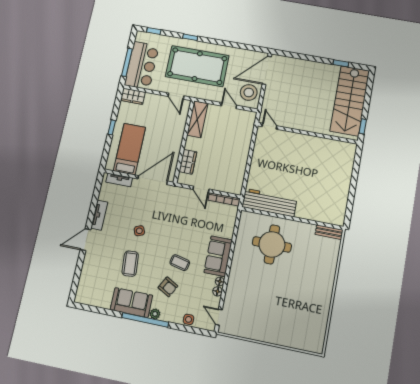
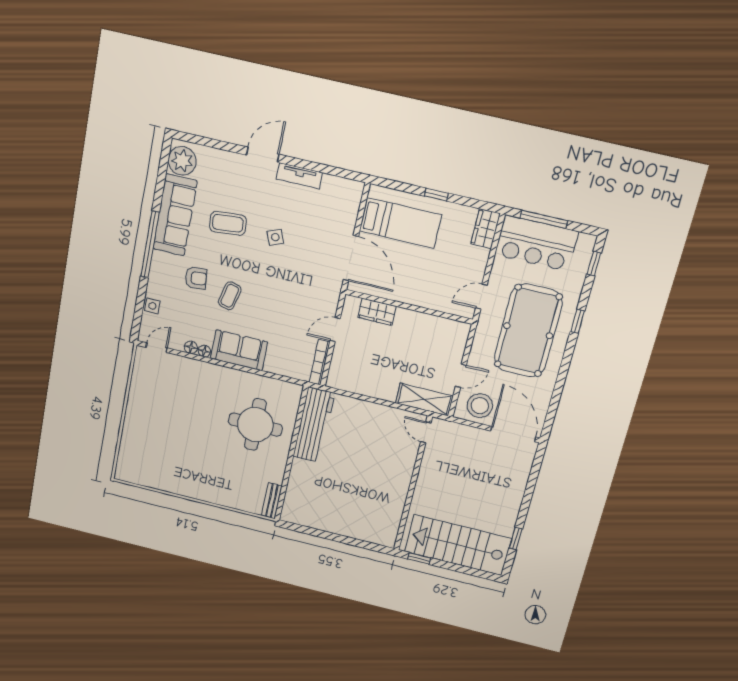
shelving: (197, 119) -> (424, 400), moved
door: (269, 126) -> (426, 432), swing flipped
tv unit: (119, 180) -> (352, 207), removed
door: (86, 240) -> (263, 155), hinge flipped
armchair: (168, 287) -> (196, 278), turned -124
sofa: (131, 303) -> (175, 215), width x1.36
plant: (155, 314) -> (182, 161), moved, width x1.87, depth x1.87

